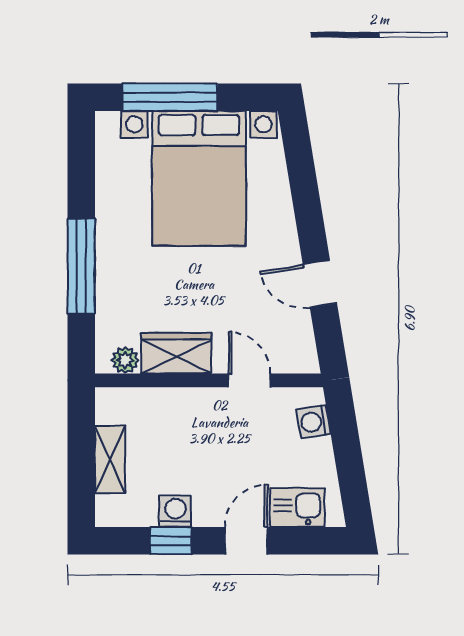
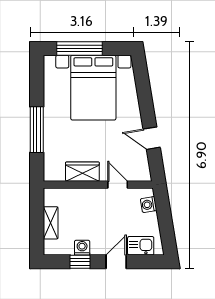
plant: (125, 360) -> (58, 175), removed

